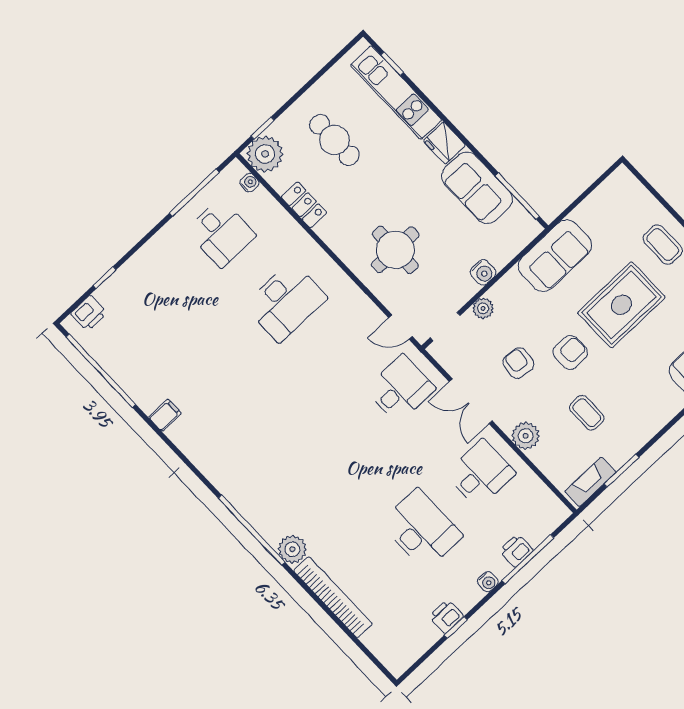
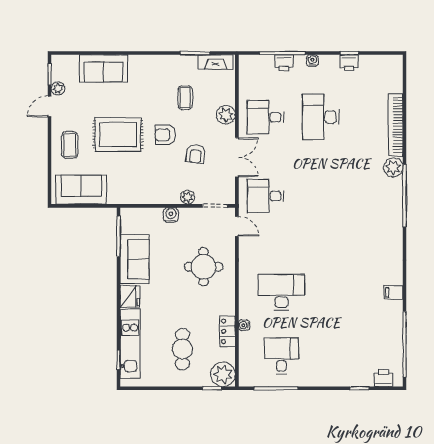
water cooler: (249, 183) -> (244, 325), moved
sofa: (555, 256) -> (81, 190), moved

